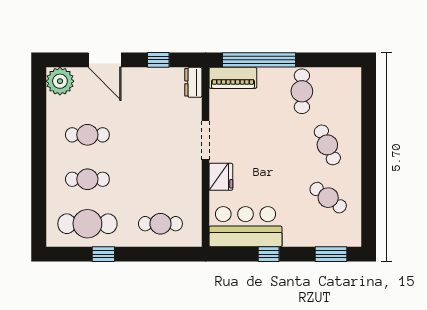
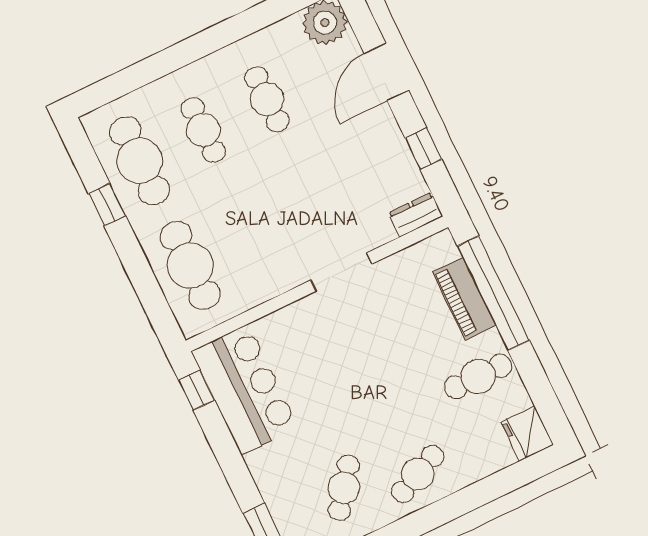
piano: (233, 78) -> (464, 299), moved
cafe table: (327, 145) -> (418, 474), moved
fridge: (221, 177) -> (527, 433), moved, turned 90
cafe table: (160, 224) -> (190, 265), width x1.37, depth x1.35
window: (269, 254) -> (197, 390), moved

